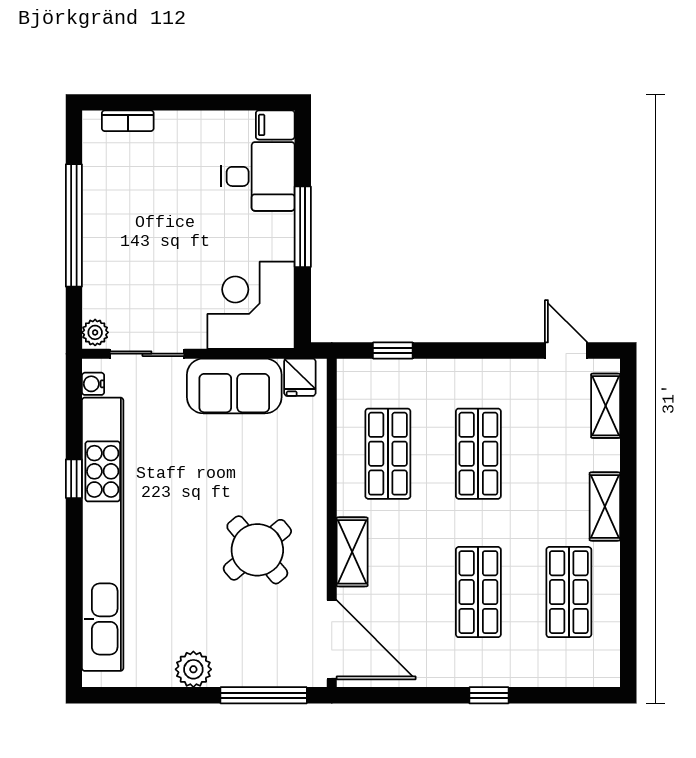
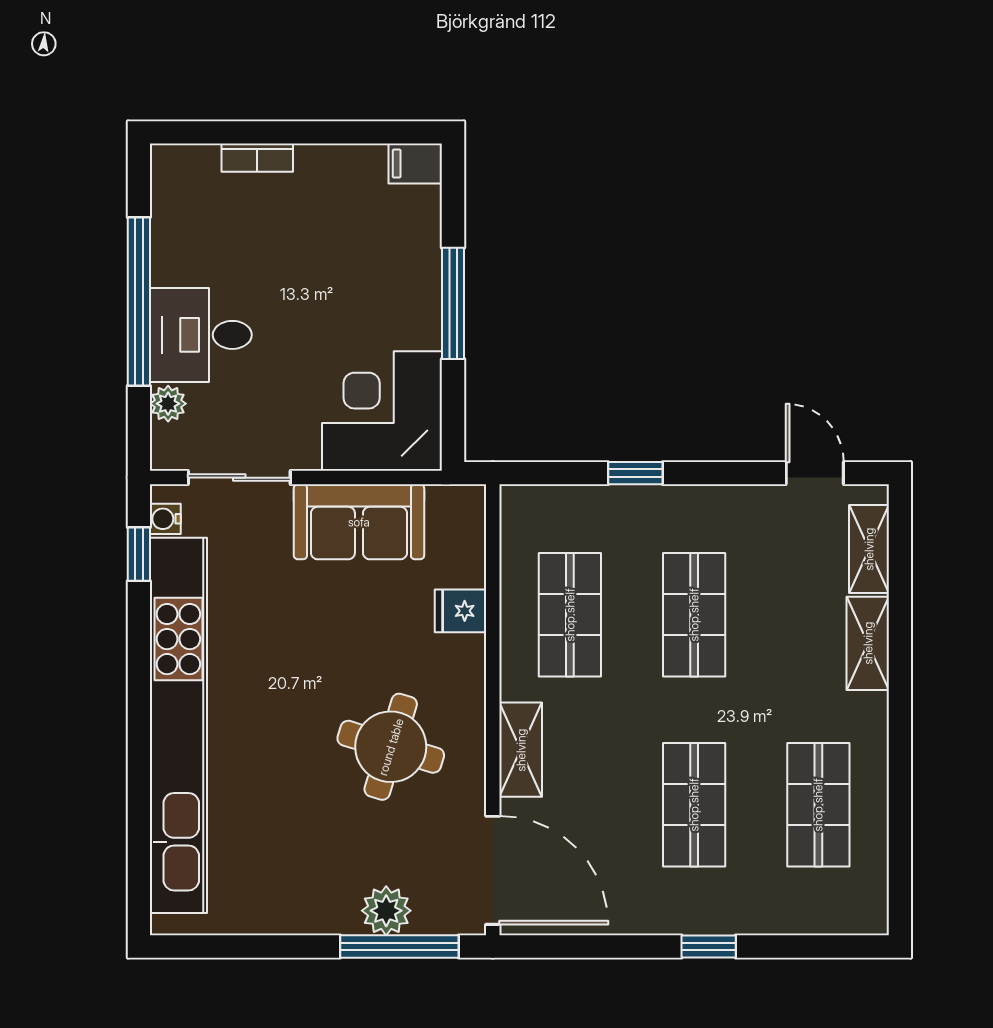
bookcase: (128, 121) -> (257, 158), moved
desk: (258, 176) -> (201, 335), moved, turned 180
plant: (95, 332) -> (168, 404), moved
window: (393, 350) -> (635, 473), moved
fridge: (300, 377) -> (461, 611), moved, turned 90
window: (74, 479) -> (139, 554), moved
shelving: (605, 506) -> (868, 643), moved
round table: (257, 550) -> (391, 747), turned -33
plant: (193, 669) -> (386, 911), moved

